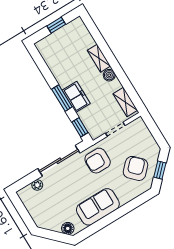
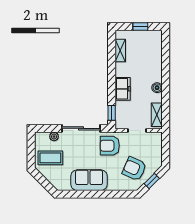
shelving: (99, 58) -> (120, 51), moved
window: (62, 98) -> (112, 83), removed
armchair: (136, 168) -> (134, 169), turned -111
coffee table: (47, 208) -> (50, 158), added
floor lamp: (68, 228) -> (57, 182), removed

